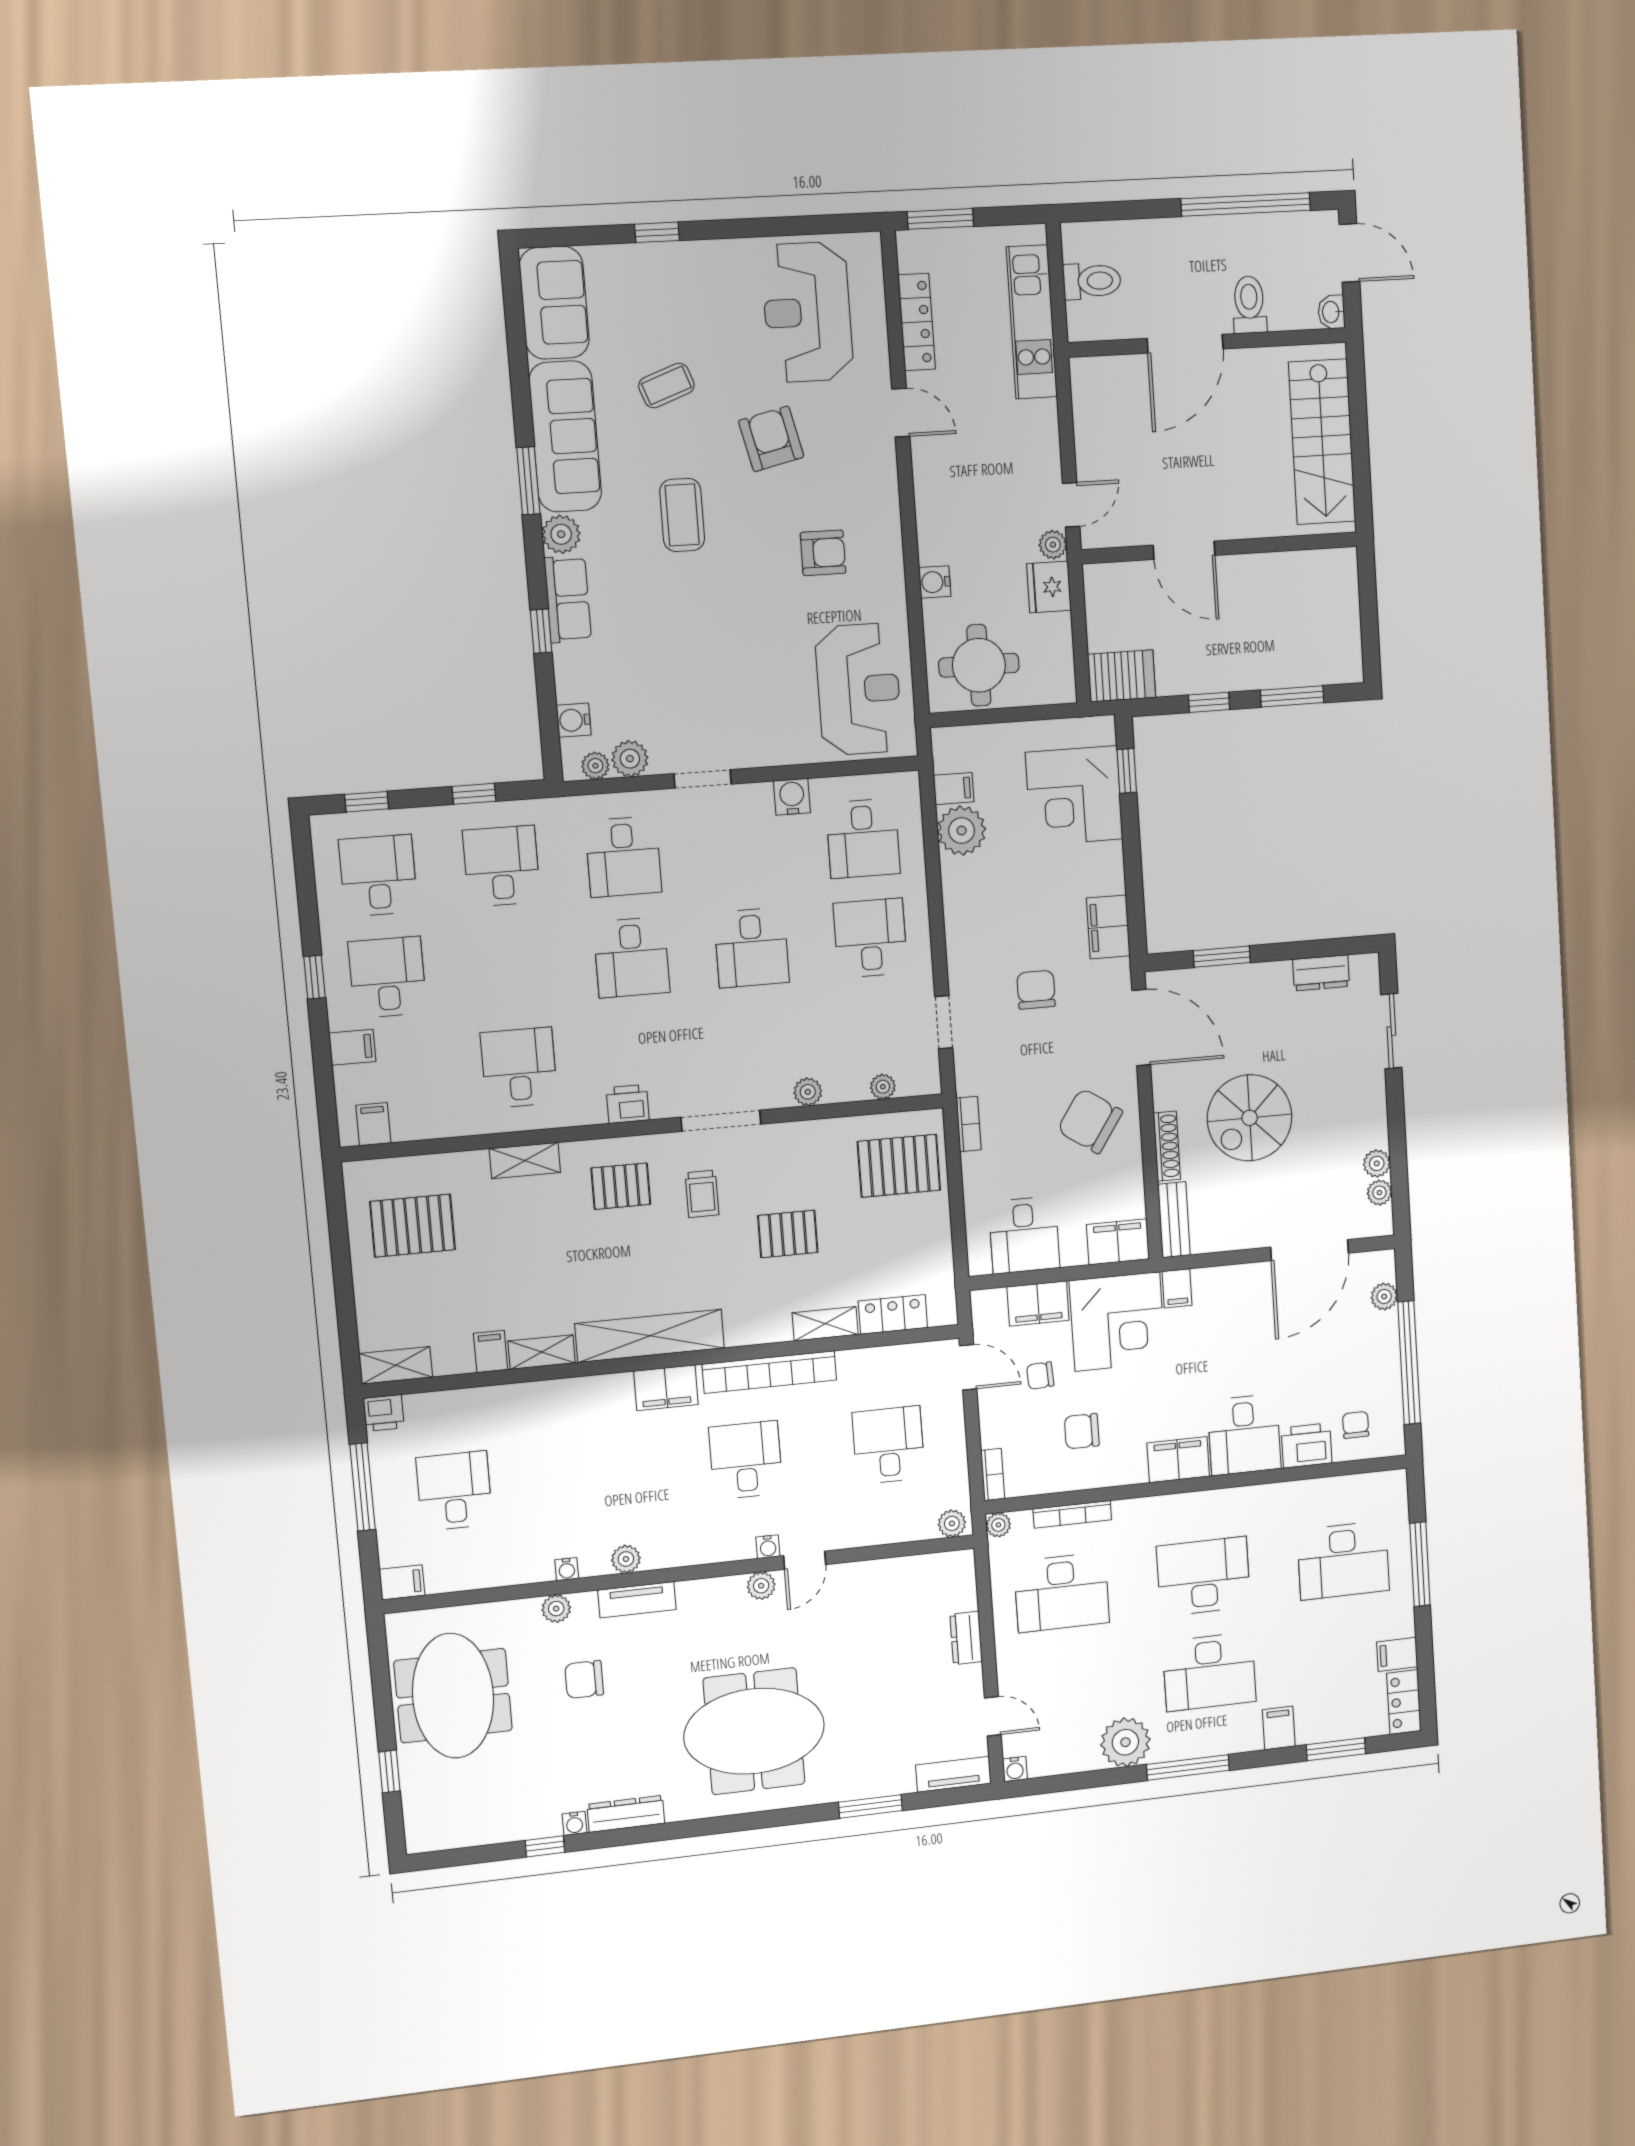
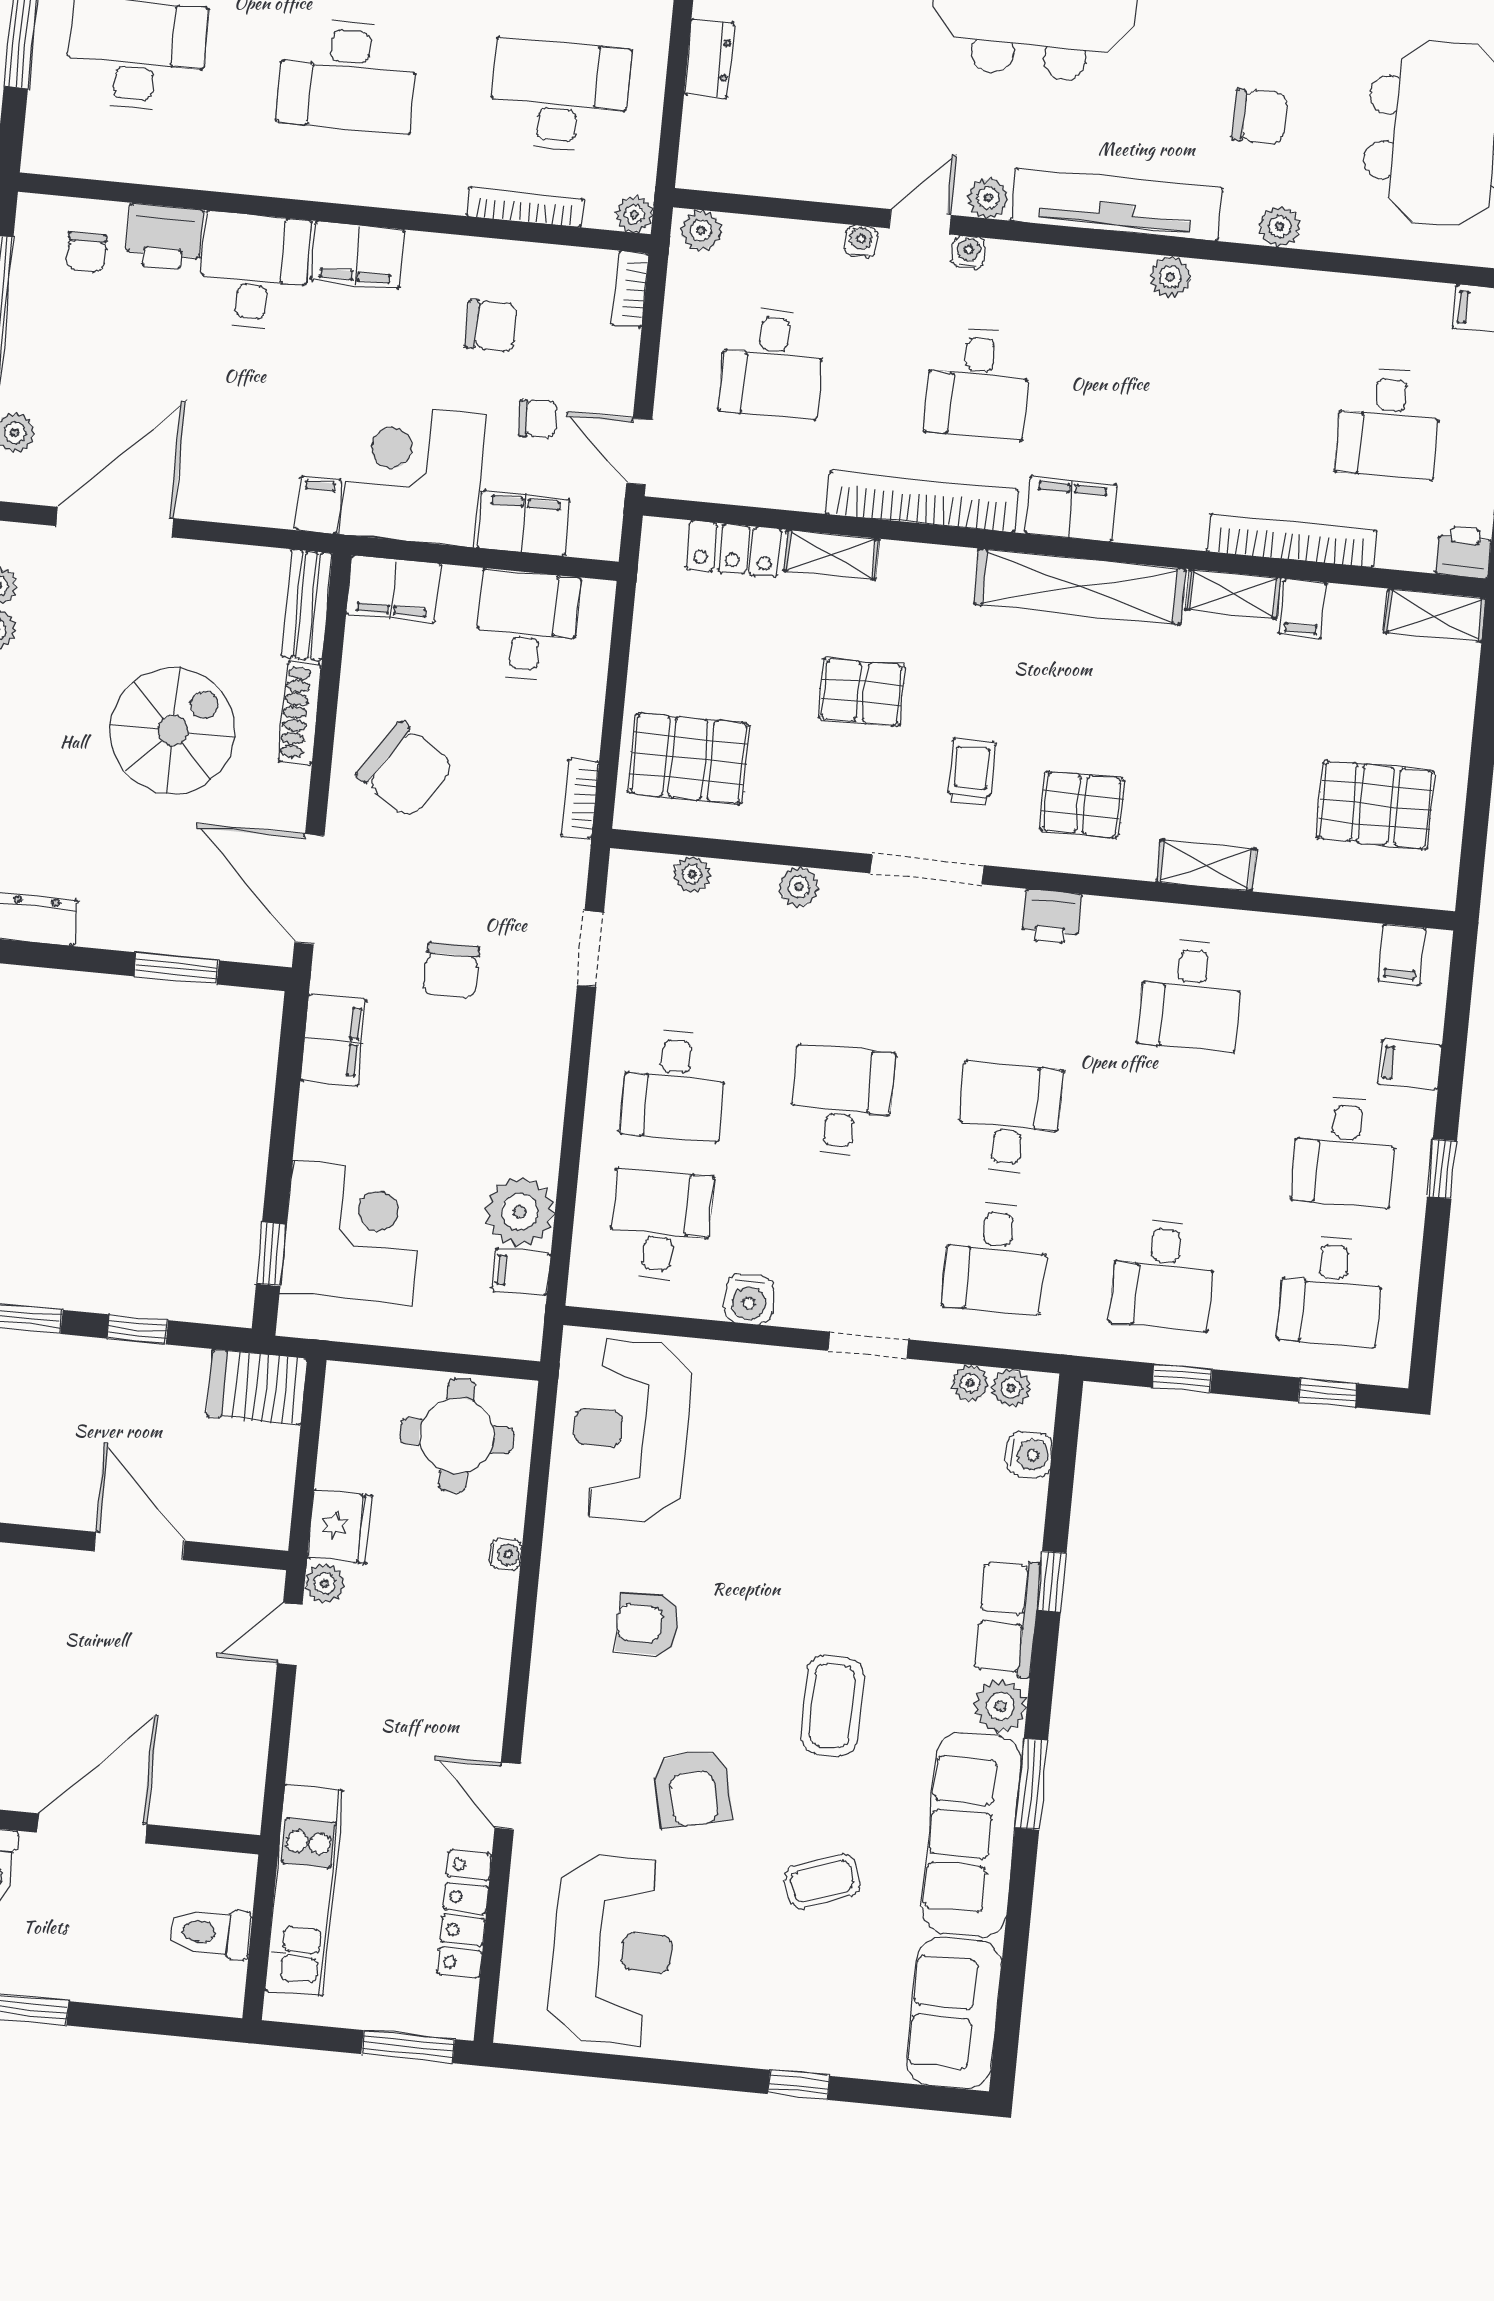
water cooler: (935, 582) -> (506, 1554), width x0.72, depth x0.72
plant: (630, 759) -> (970, 1383), width x0.73, depth x0.73
desk: (623, 857) -> (996, 1258), turned 180
bookcase: (507, 1397) -> (1291, 541), added
water cooler: (567, 1569) -> (861, 241), moved
tv unit: (637, 1600) -> (1117, 204), width x1.92, depth x1.29

